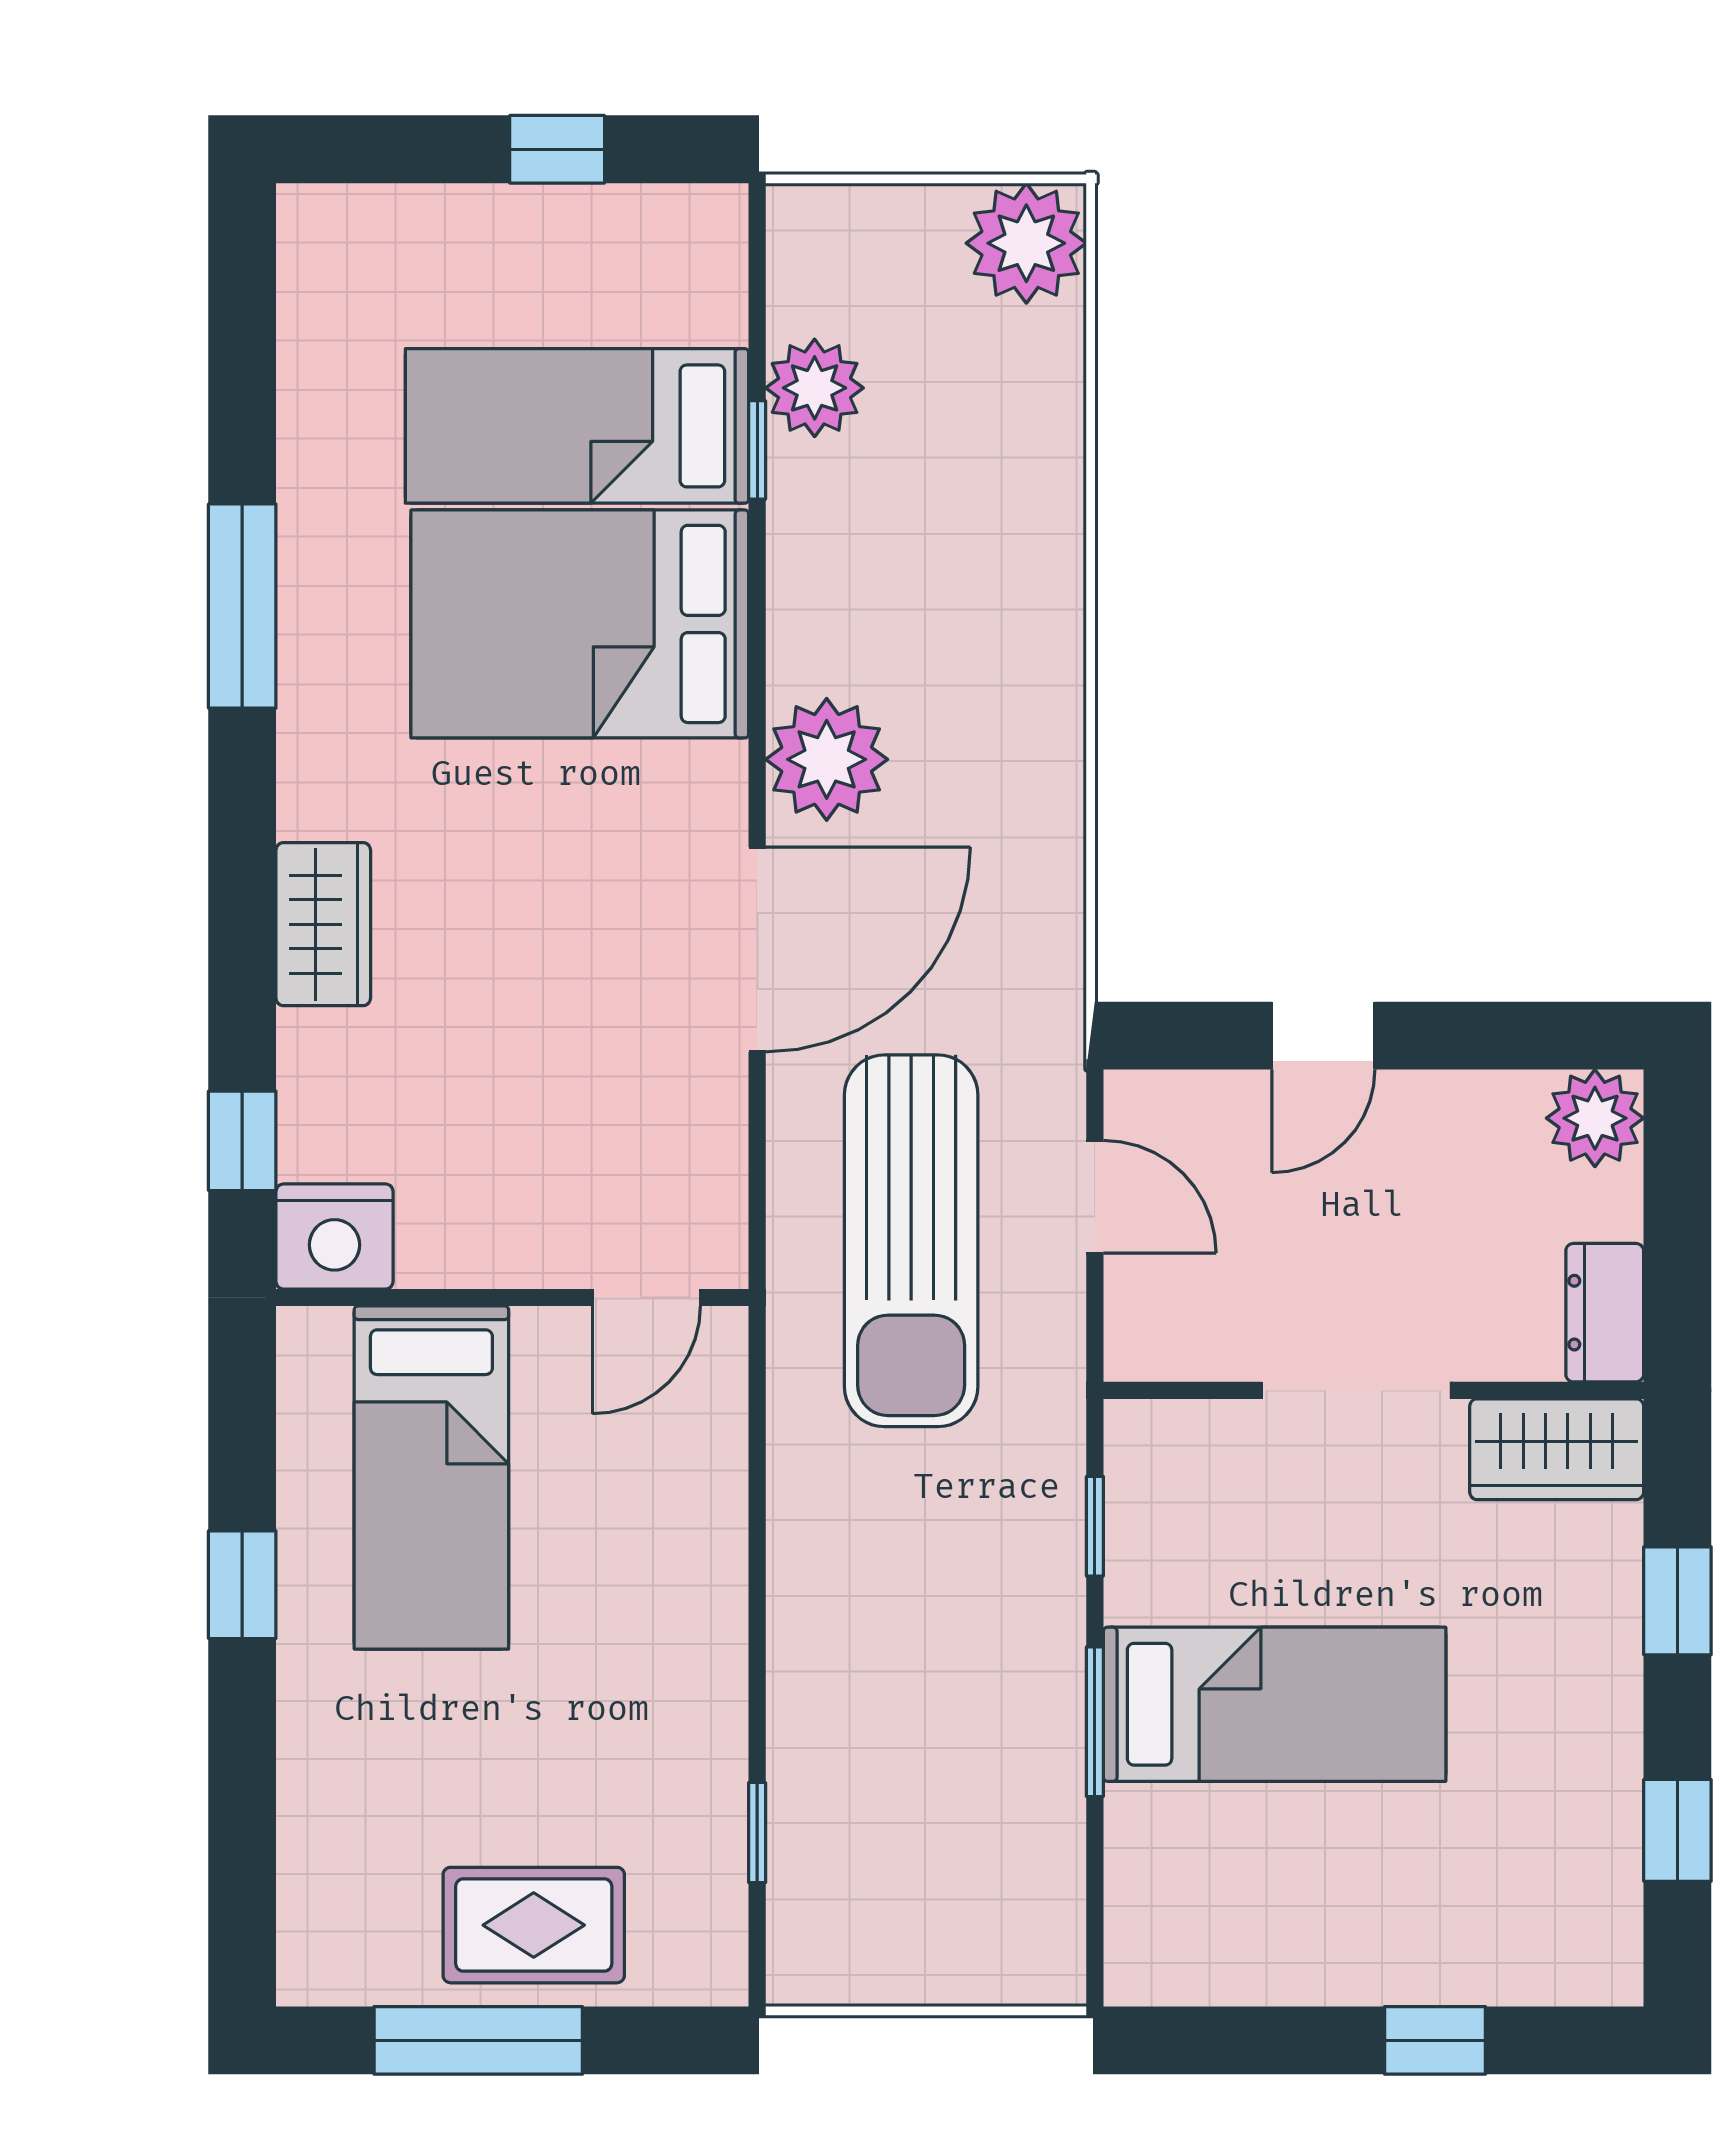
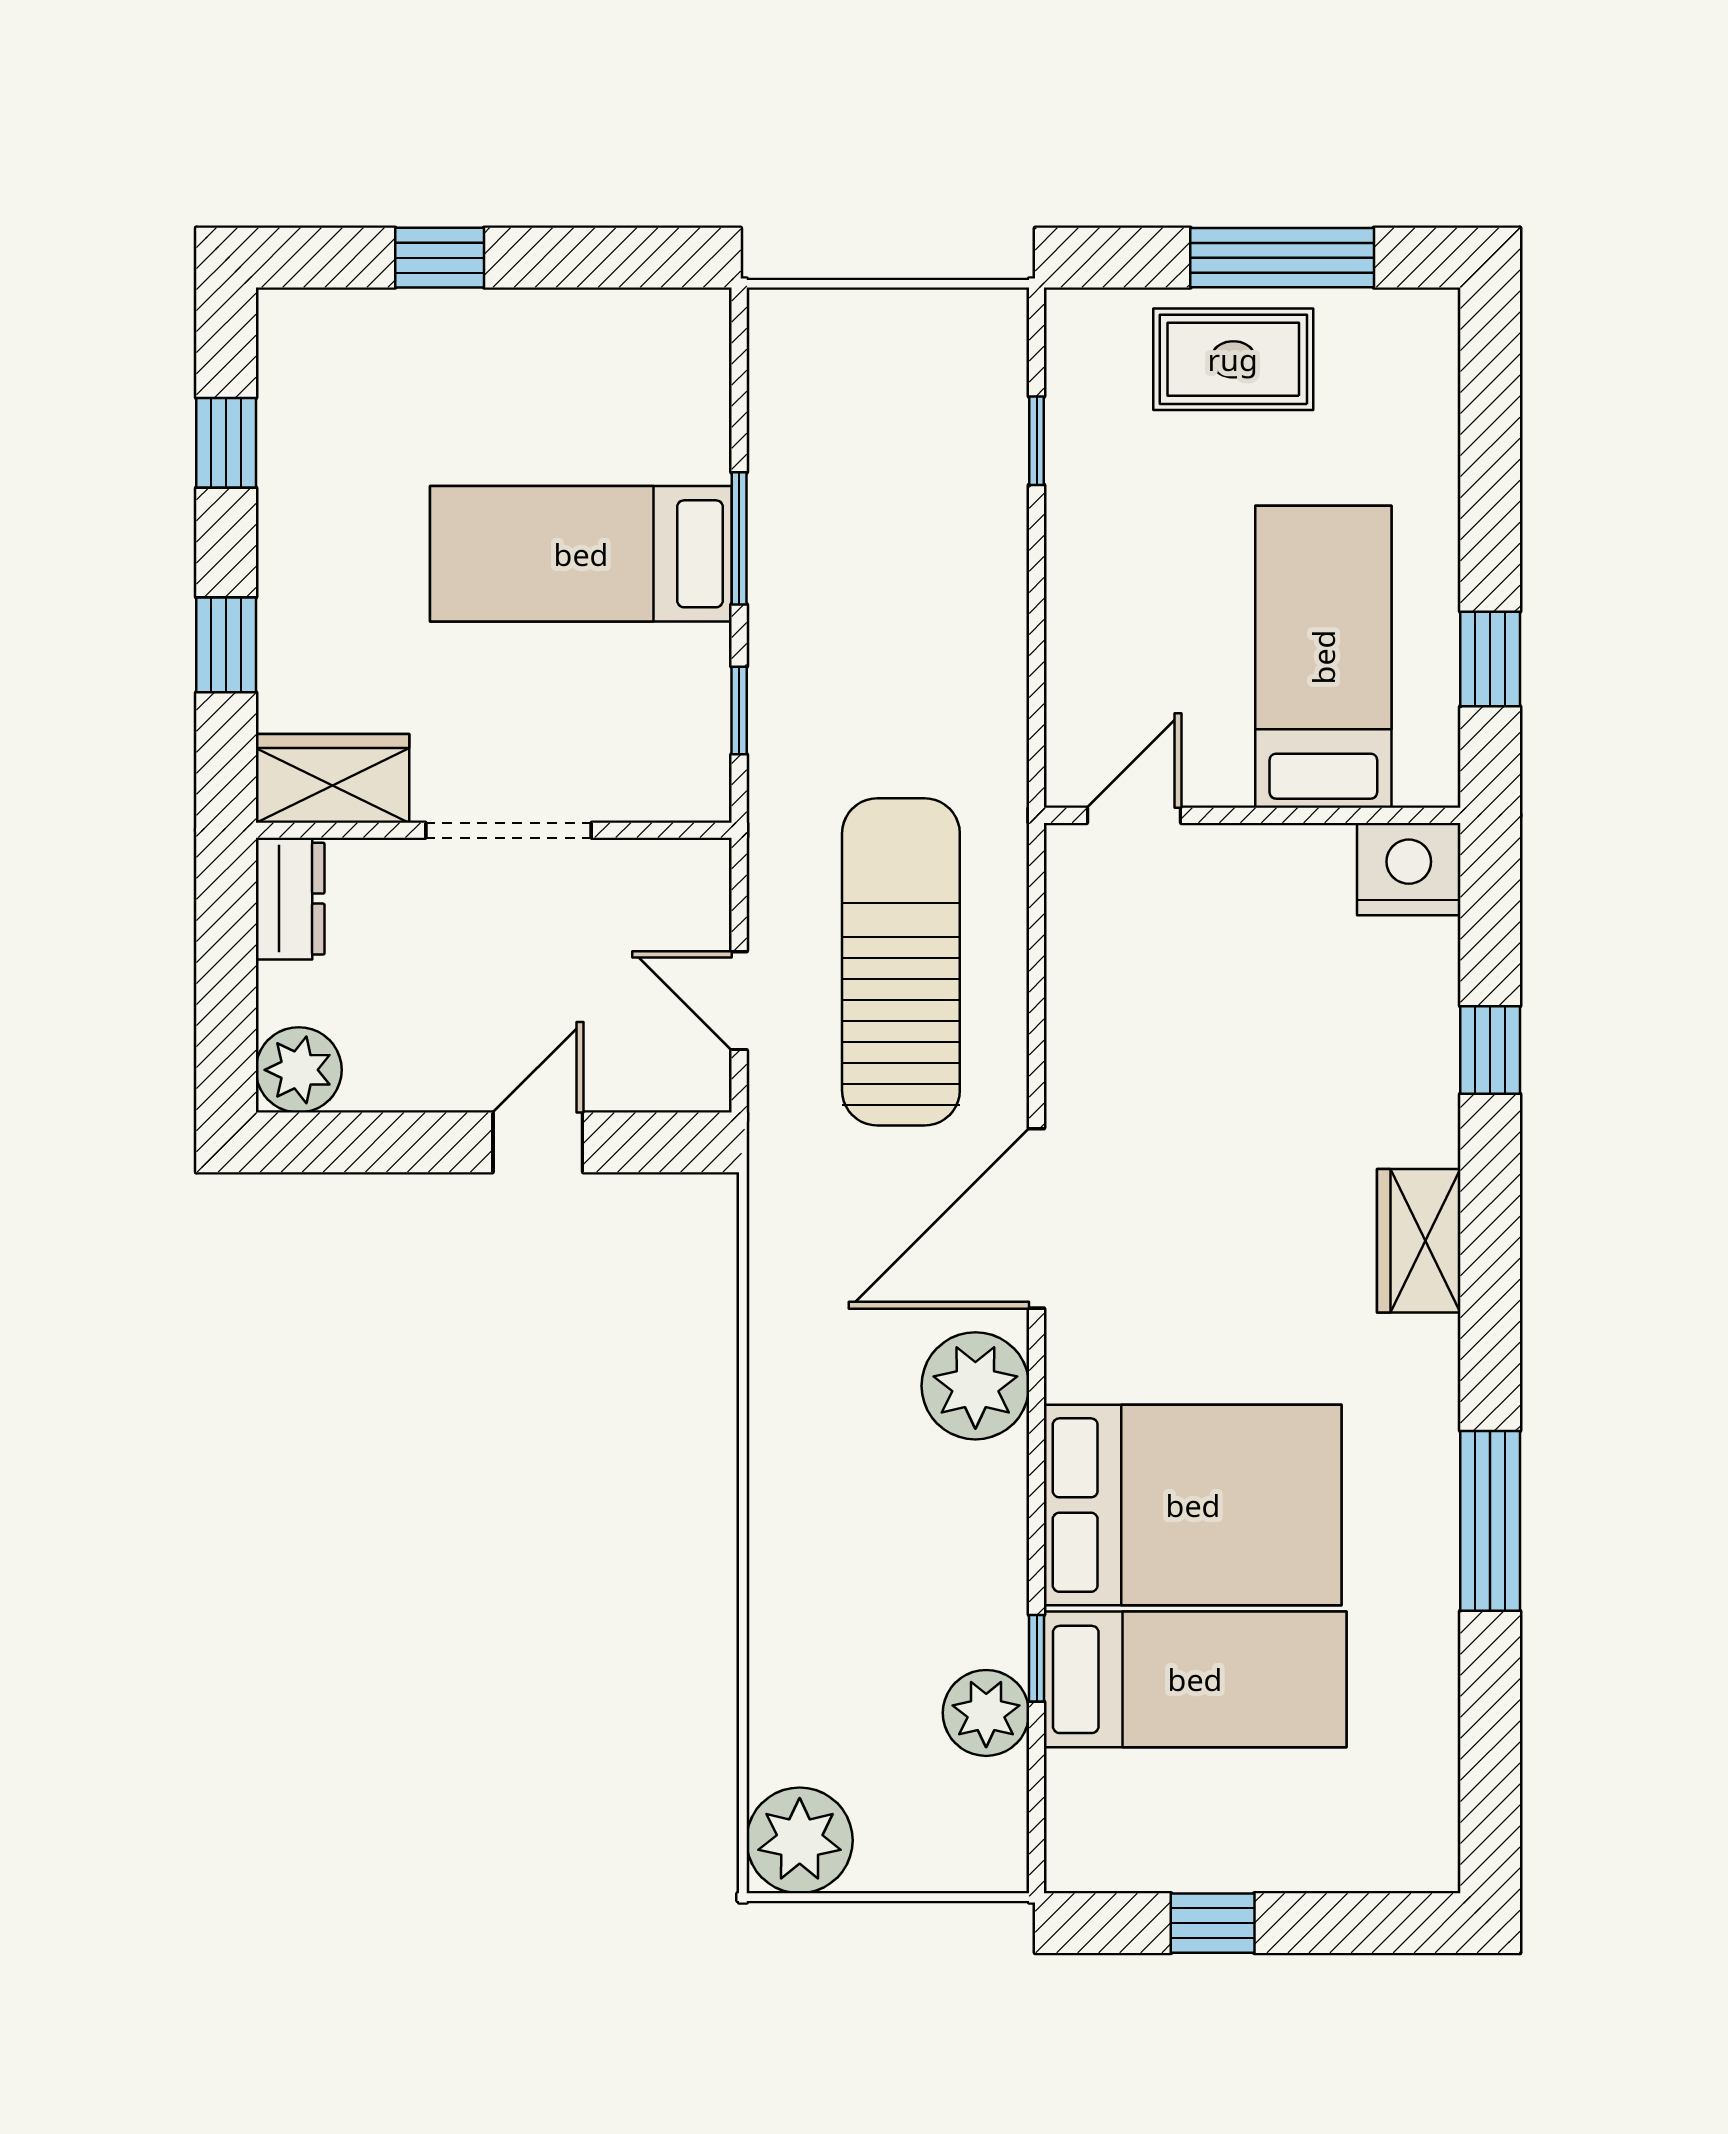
nightstand: (335, 1236) -> (1409, 869), moved
wall: (512, 1297) -> (1252, 815), moved
door: (647, 1297) -> (1134, 815), moved
bed: (431, 1477) -> (1323, 657), moved

